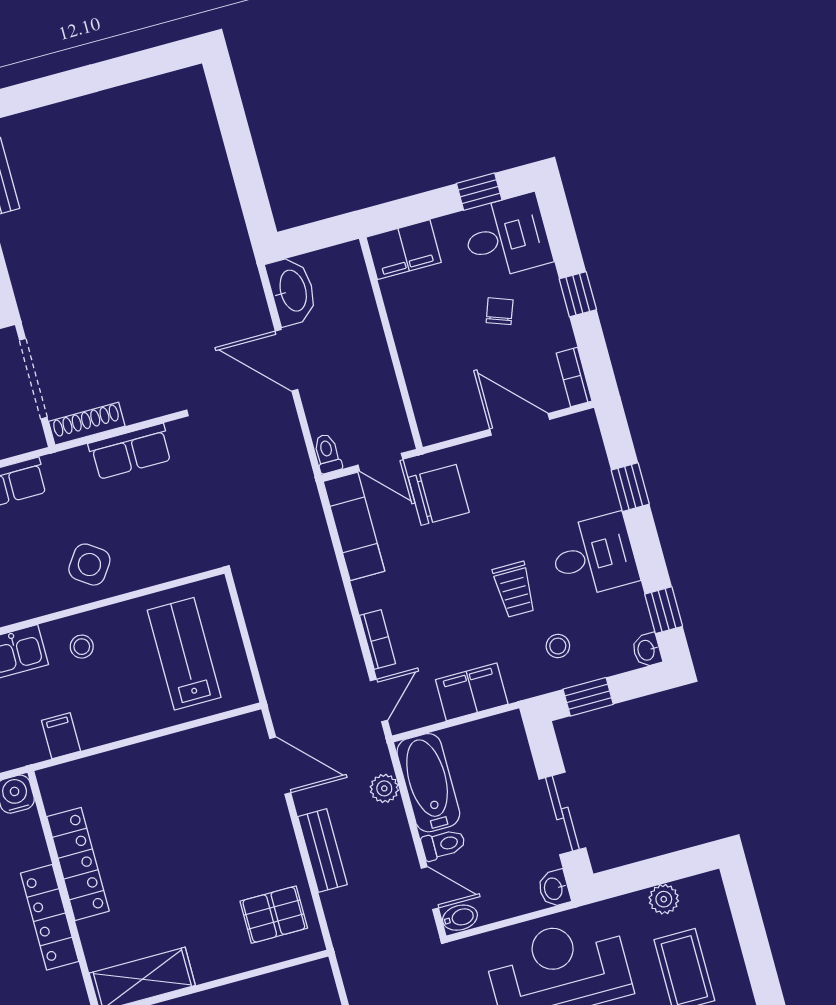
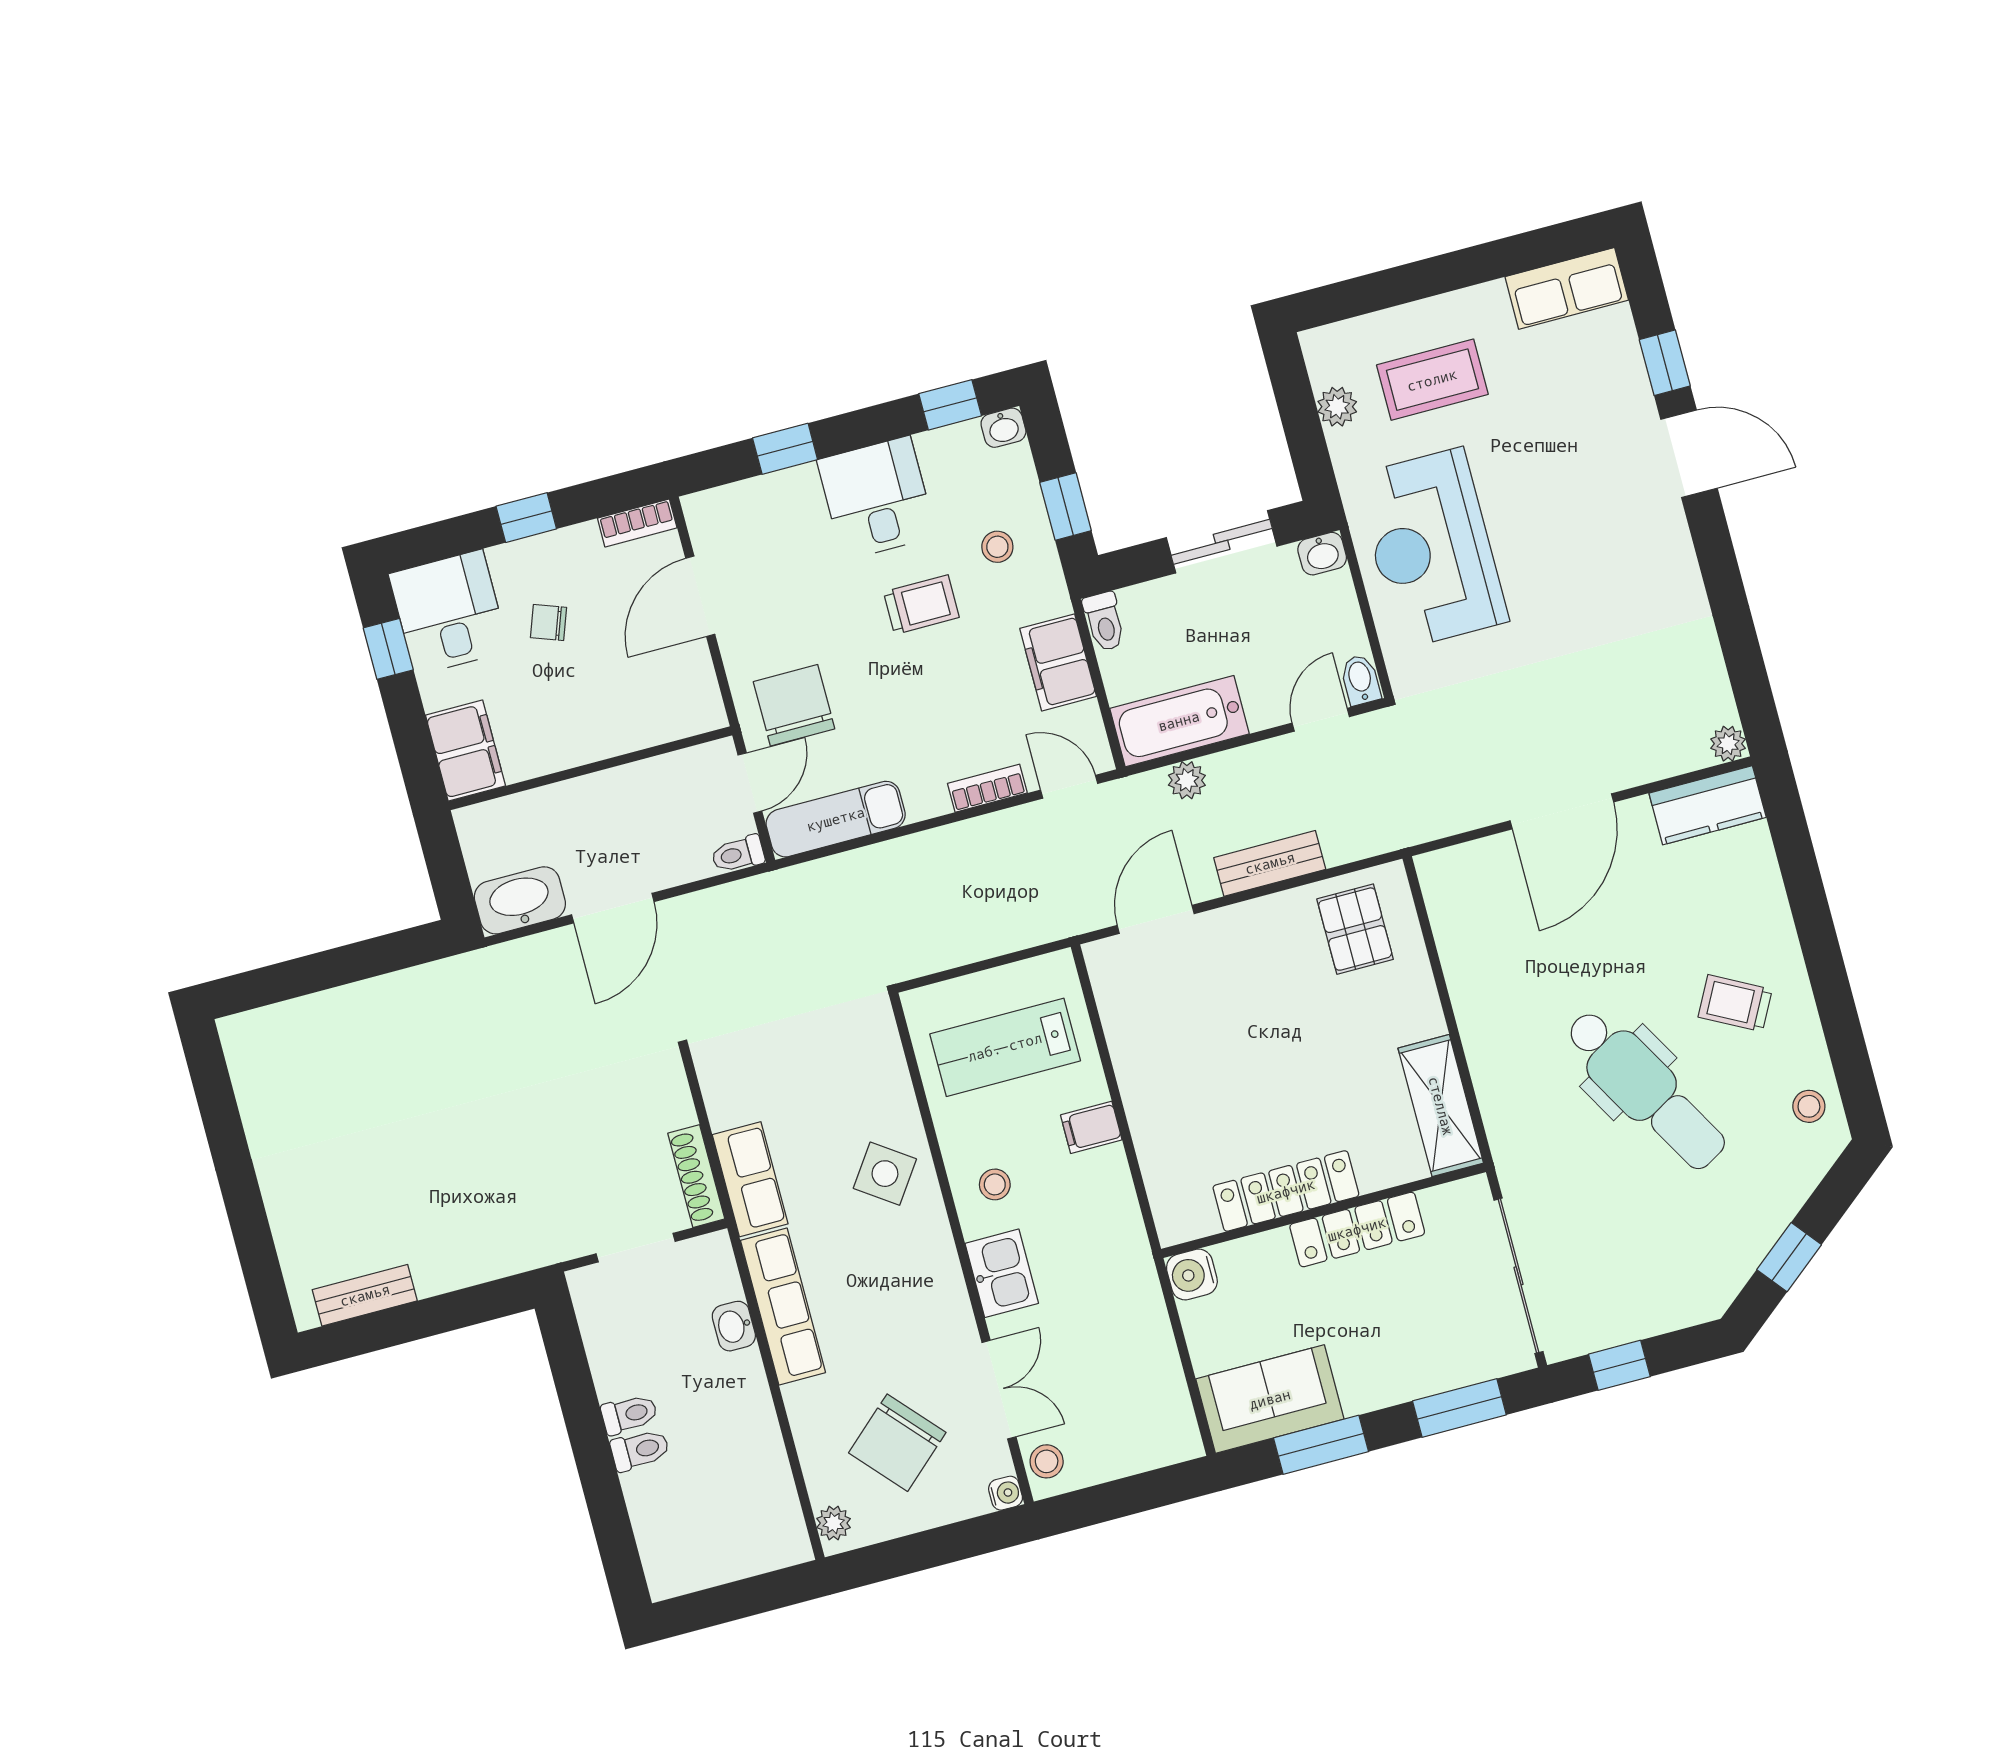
doorway: (33, 379) -> (636, 1248), width x0.73
row of seats: (130, 451) -> (750, 1179), moved
filing cabinet: (61, 736) -> (1091, 1127), moved
toilet: (443, 844) -> (1104, 622), moved, turned 180

